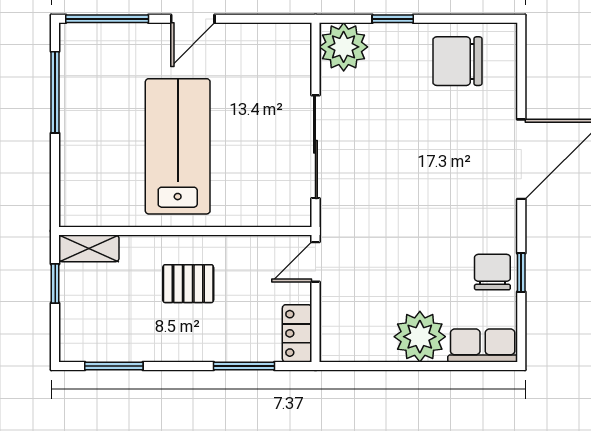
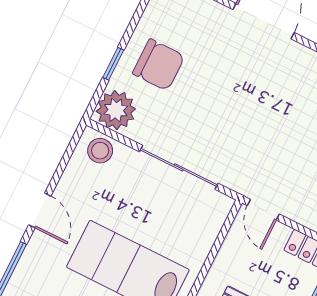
stool: (291, 52) -> (100, 151), added
chair: (457, 61) -> (159, 65), moved, turned -90

